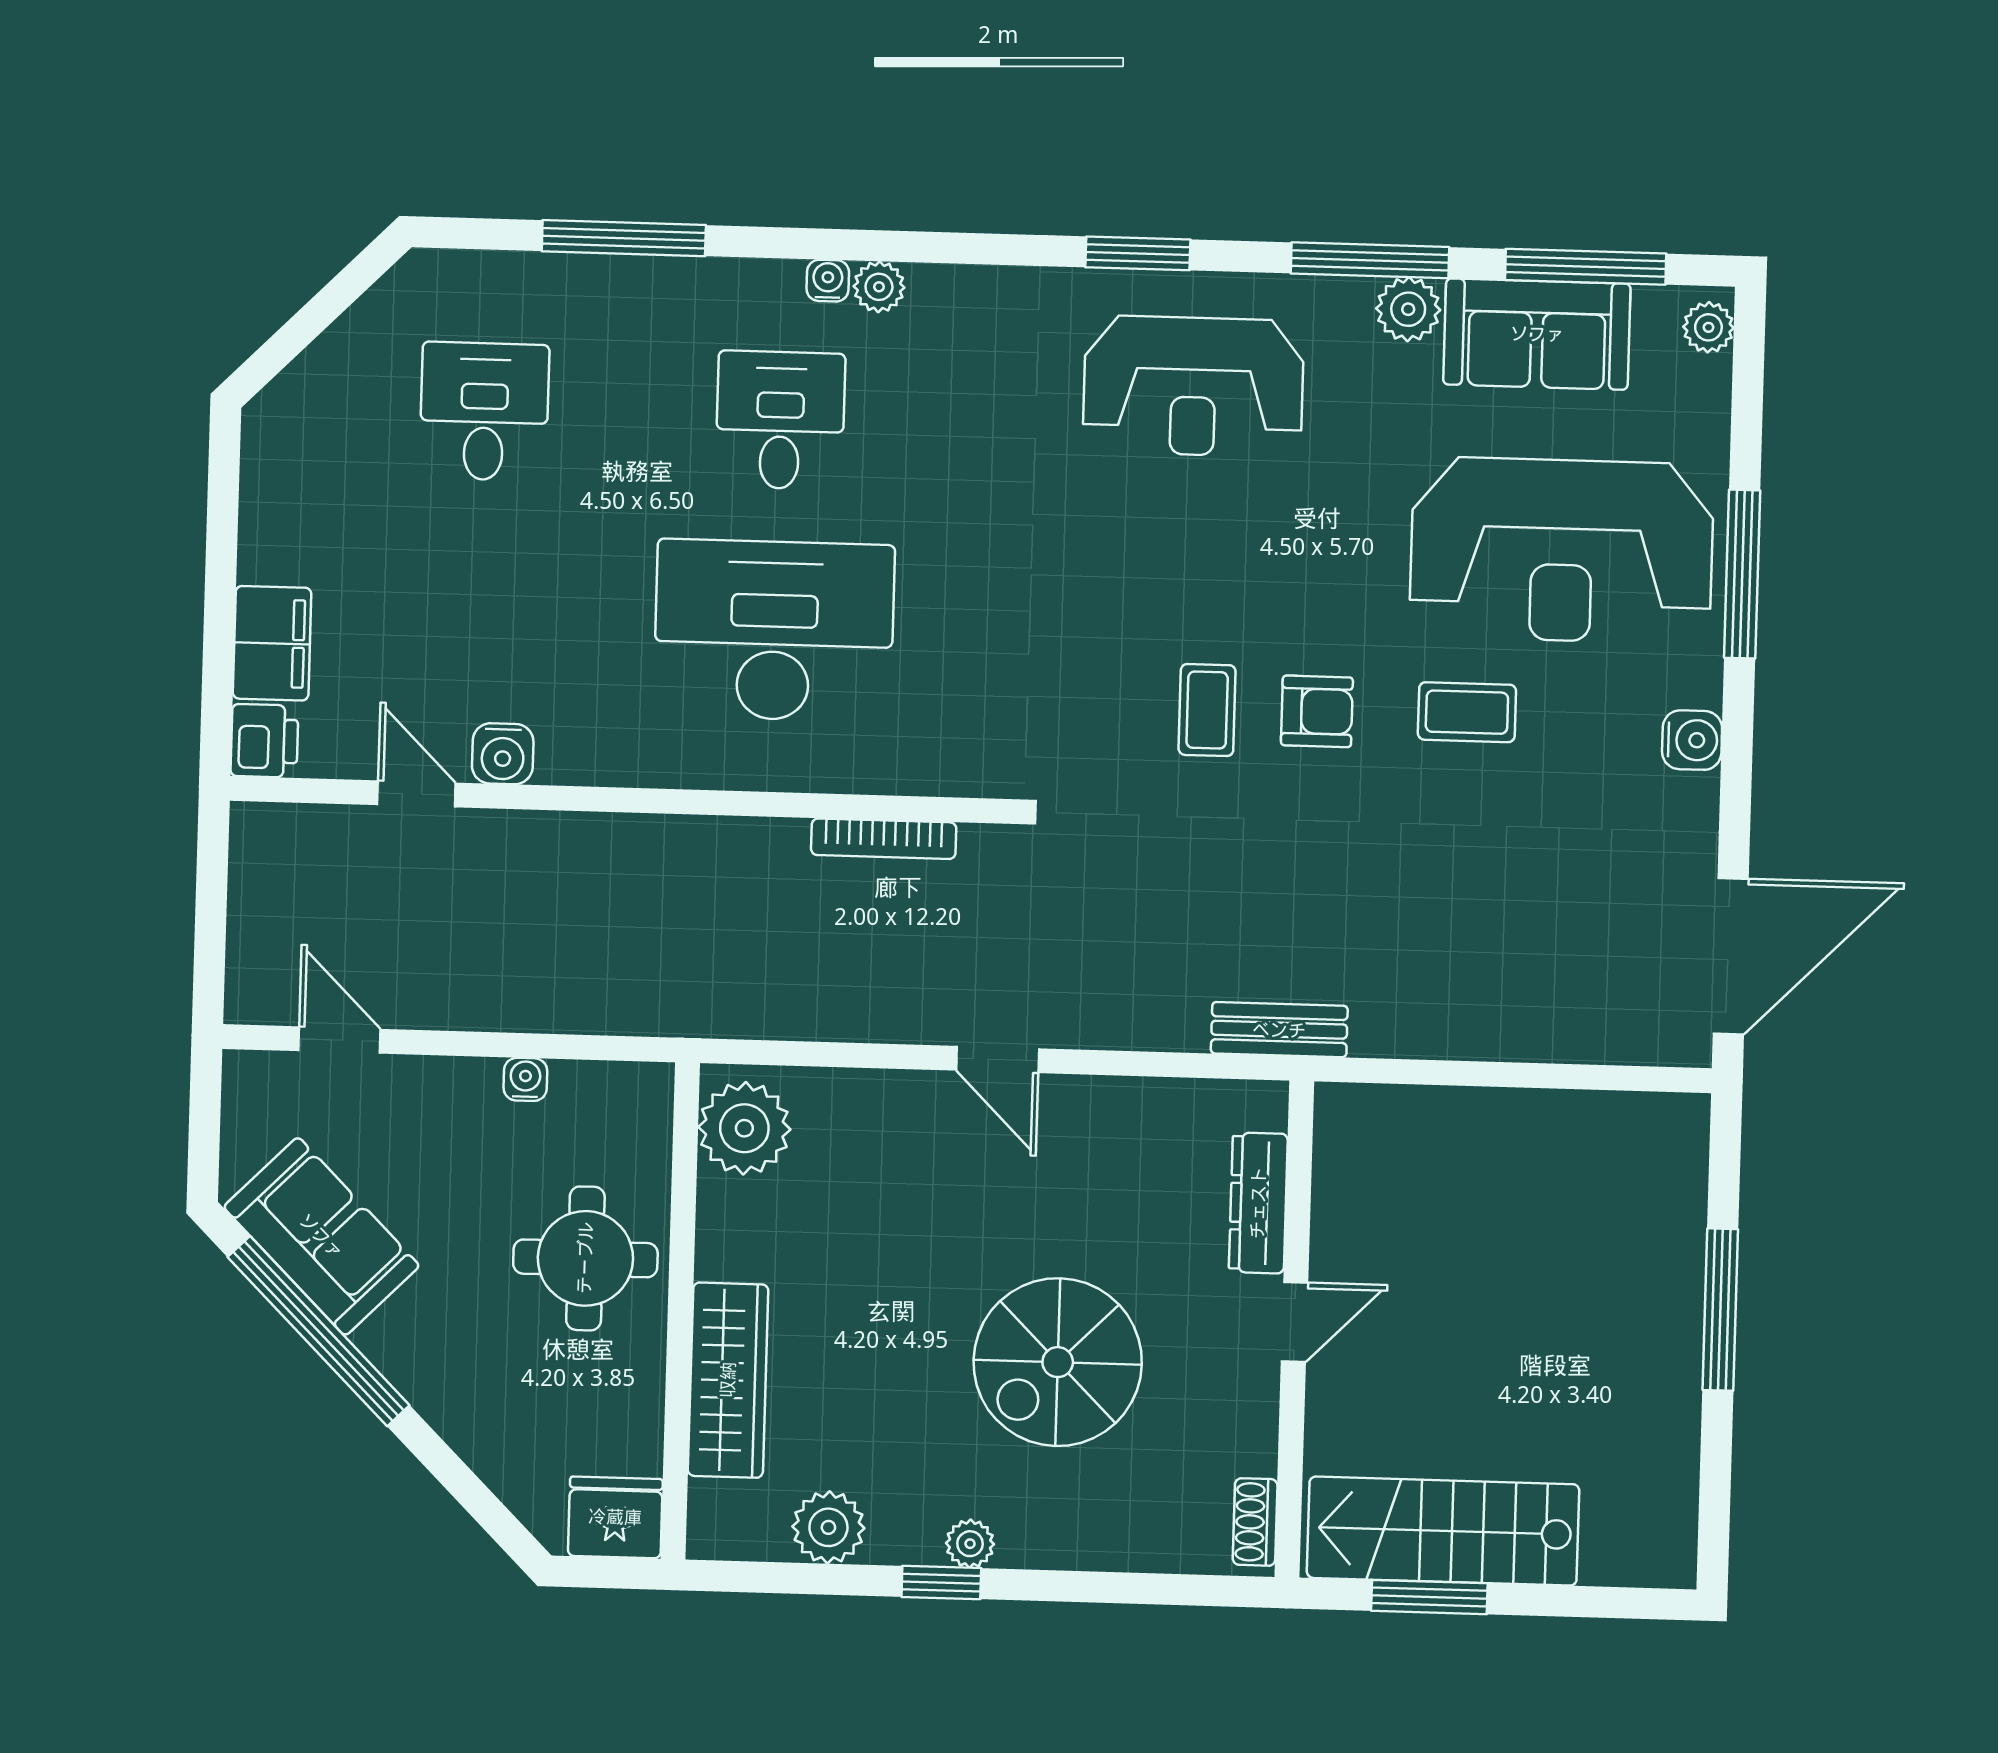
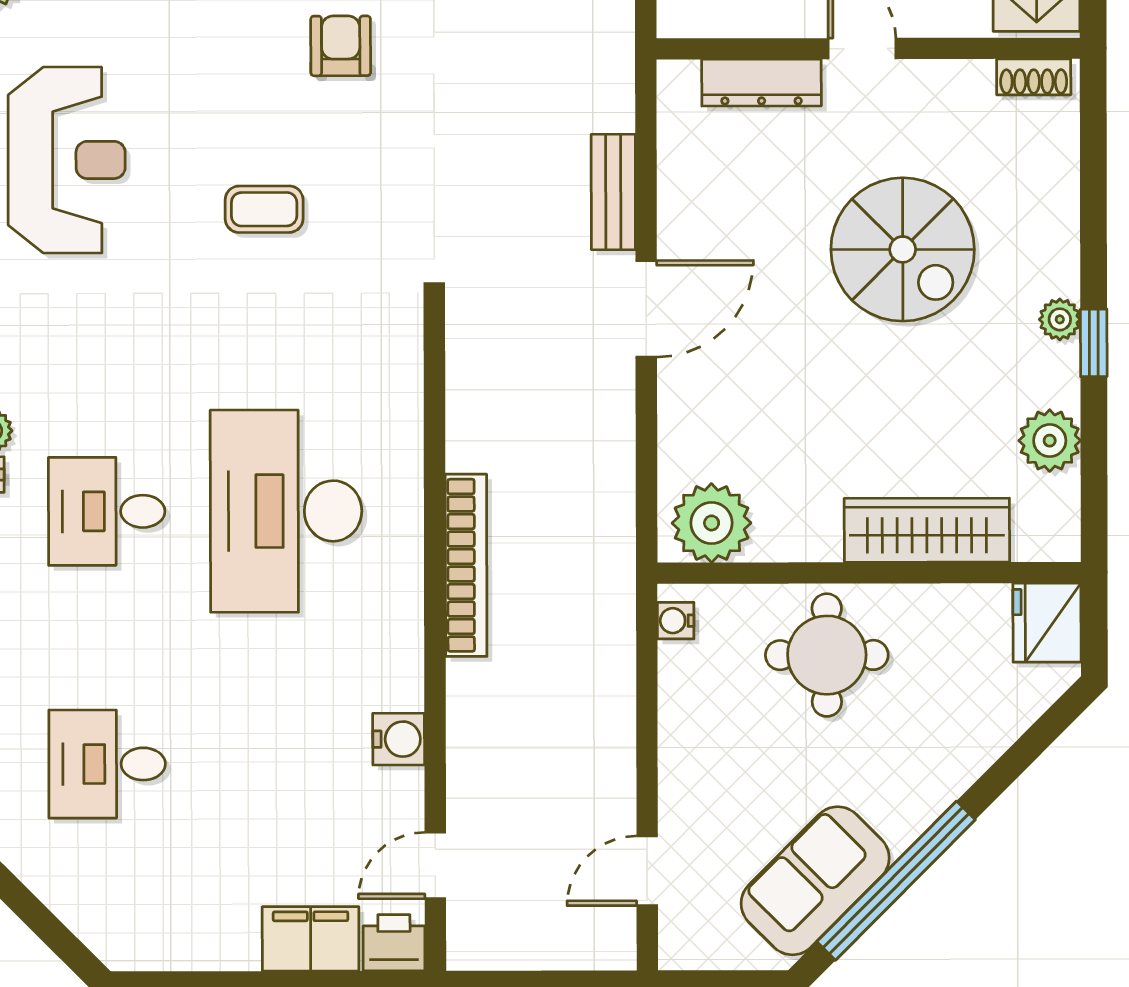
coffee table: (1207, 710) -> (264, 209), moved
door: (416, 794) -> (435, 865), moved
bookcase: (884, 839) -> (466, 565), moved, width x1.48, depth x1.31
bench: (1279, 1030) -> (613, 192), moved
door: (998, 1060) -> (646, 309), width x1.38
water cooler: (525, 1079) -> (676, 621), moved

